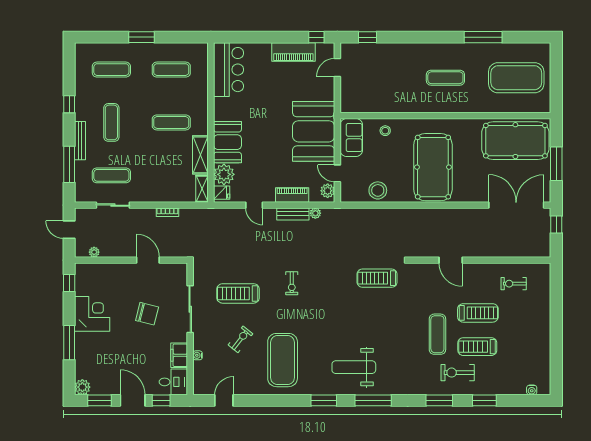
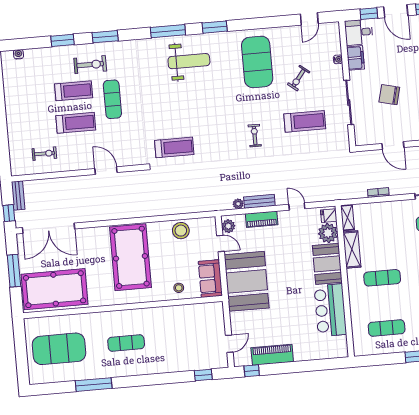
bar counter: (229, 70) -> (330, 310), moved
bench: (545, 242) -> (18, 195), added
treadmill: (478, 313) -> (76, 123), turned 180

